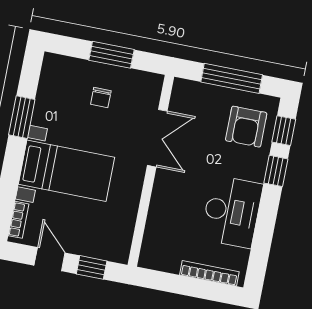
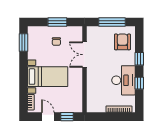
window: (22, 117) -> (24, 43), moved
armchair: (246, 127) -> (122, 42), turned 180
window: (284, 131) -> (139, 83), moved
double door: (157, 138) -> (85, 55), swing flipped

